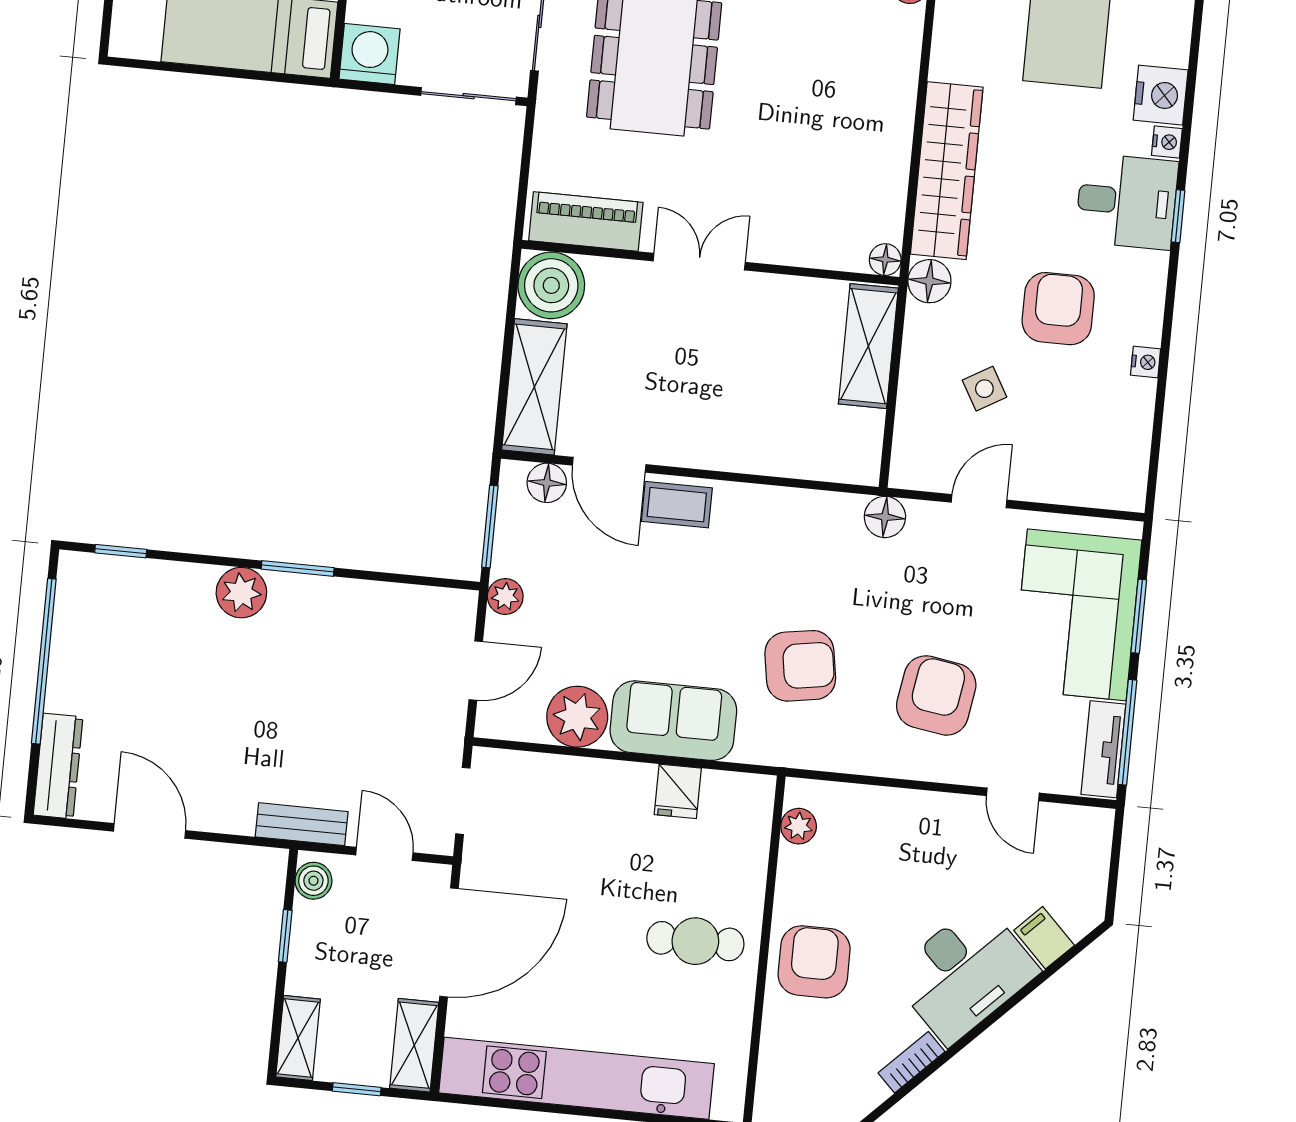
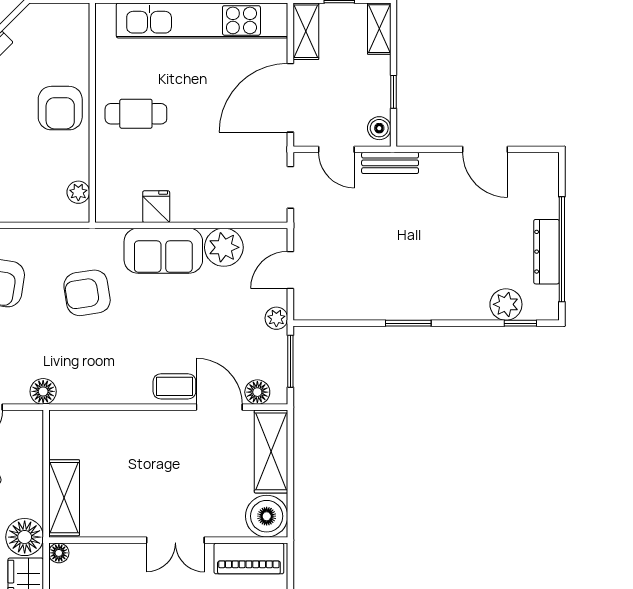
floor lamp: (929, 281) -> (25, 537), width x1.38, depth x1.38
plant: (241, 593) -> (506, 304), moved
dresser: (58, 766) -> (546, 252), moved

